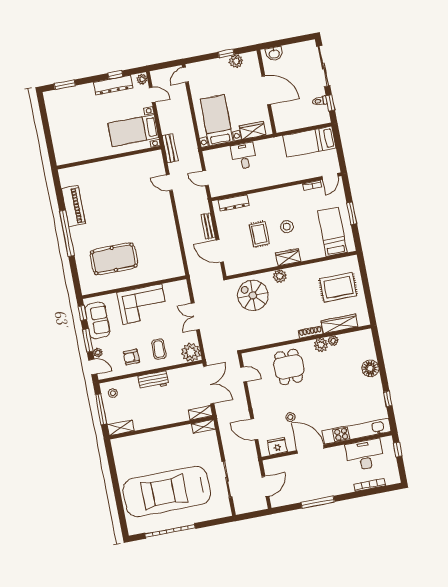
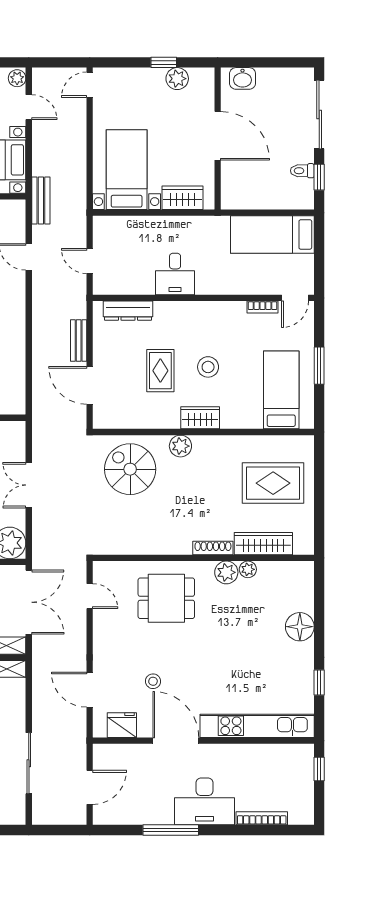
desk: (244, 156) -> (175, 274), moved, turned 180
dining table: (289, 367) -> (166, 598), turned 90
desk: (365, 455) -> (204, 801), moved, turned 180

